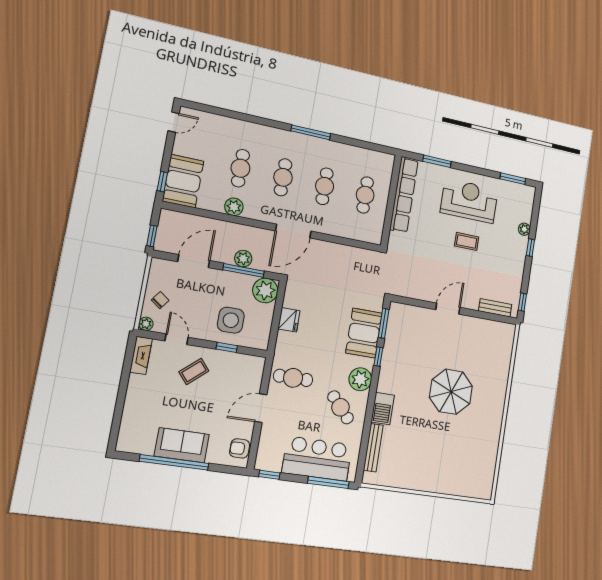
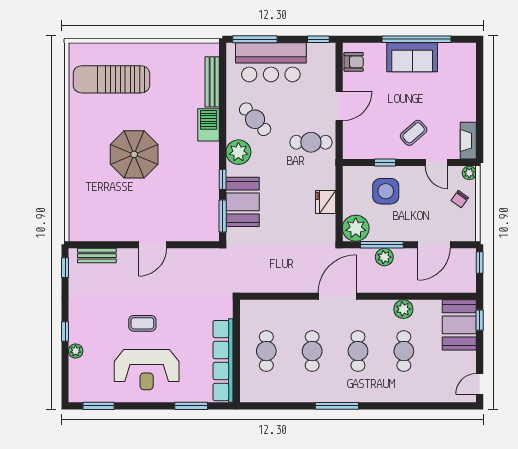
sun lounger: (460, 462) -> (111, 79), added

